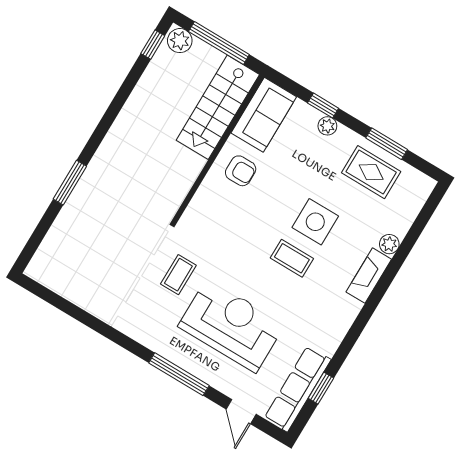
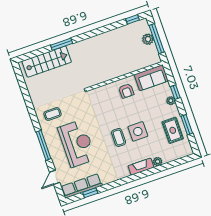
plant: (180, 41) -> (148, 39), moved
stairs: (218, 107) -> (47, 62), moved, turned 180
coffee table: (178, 275) -> (53, 114), moved

